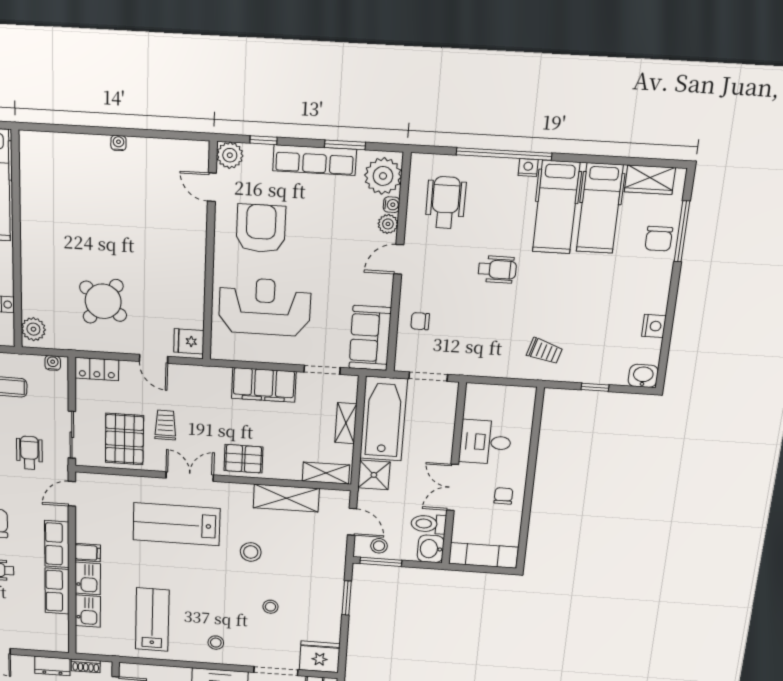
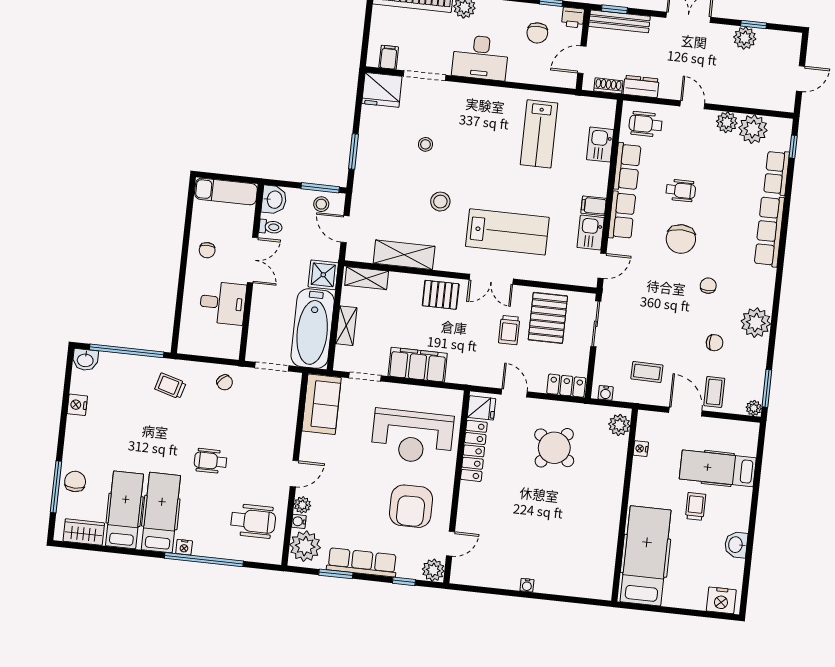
door: (212, 187) -> (450, 544), hinge flipped
wheelchair: (446, 202) -> (253, 521), turned -90
locker: (193, 294) -> (474, 451), added
chair: (420, 321) -> (225, 382), moved, turned 47
window: (595, 387) -> (127, 351), width x3.17
wheelchair: (29, 453) -> (646, 124), moved, turned 90
toilet: (429, 524) -> (271, 227), width x0.73, depth x0.72
kitchen sink: (88, 578) -> (591, 233), moved
stool: (216, 643) -> (480, 108), removed

